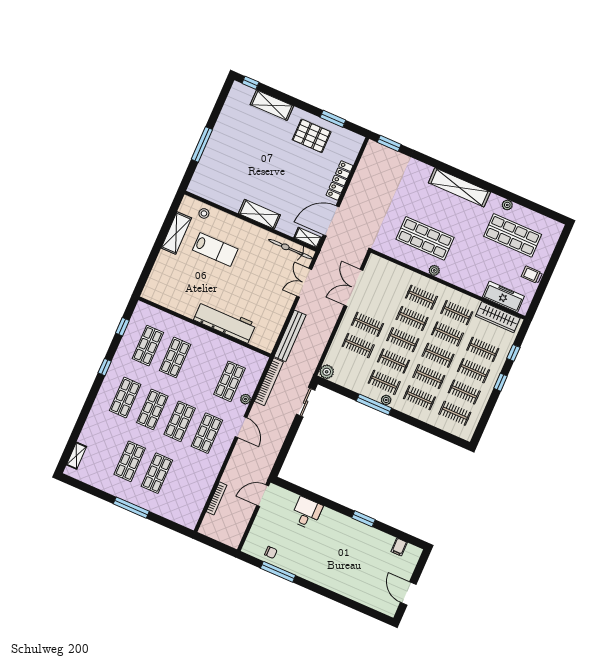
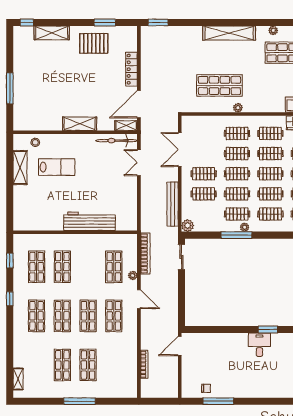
bench: (290, 336) -> (173, 204), moved
desk: (307, 513) -> (259, 345), moved

